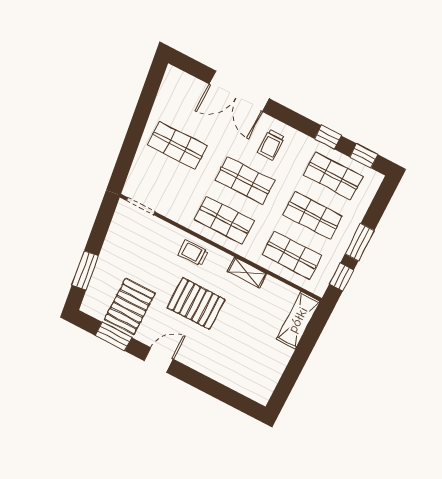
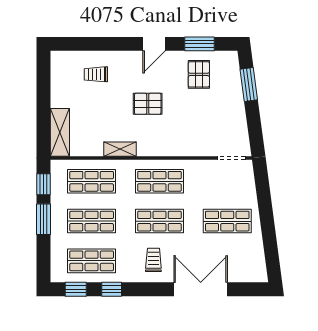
trolley: (193, 253) -> (96, 74), moved, turned 180
pallet: (196, 303) -> (148, 104), width x0.67, depth x0.71
pallet: (130, 306) -> (199, 74), width x0.67, depth x0.71

